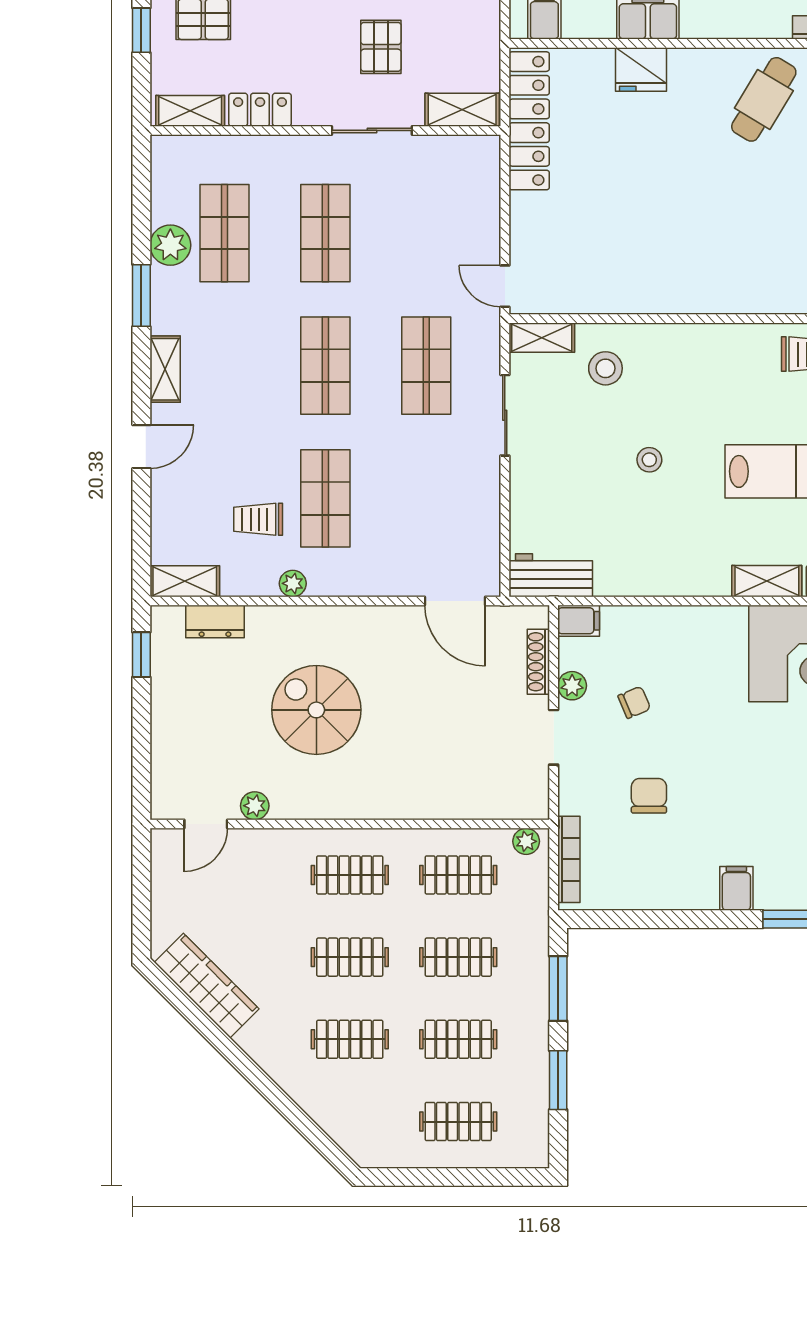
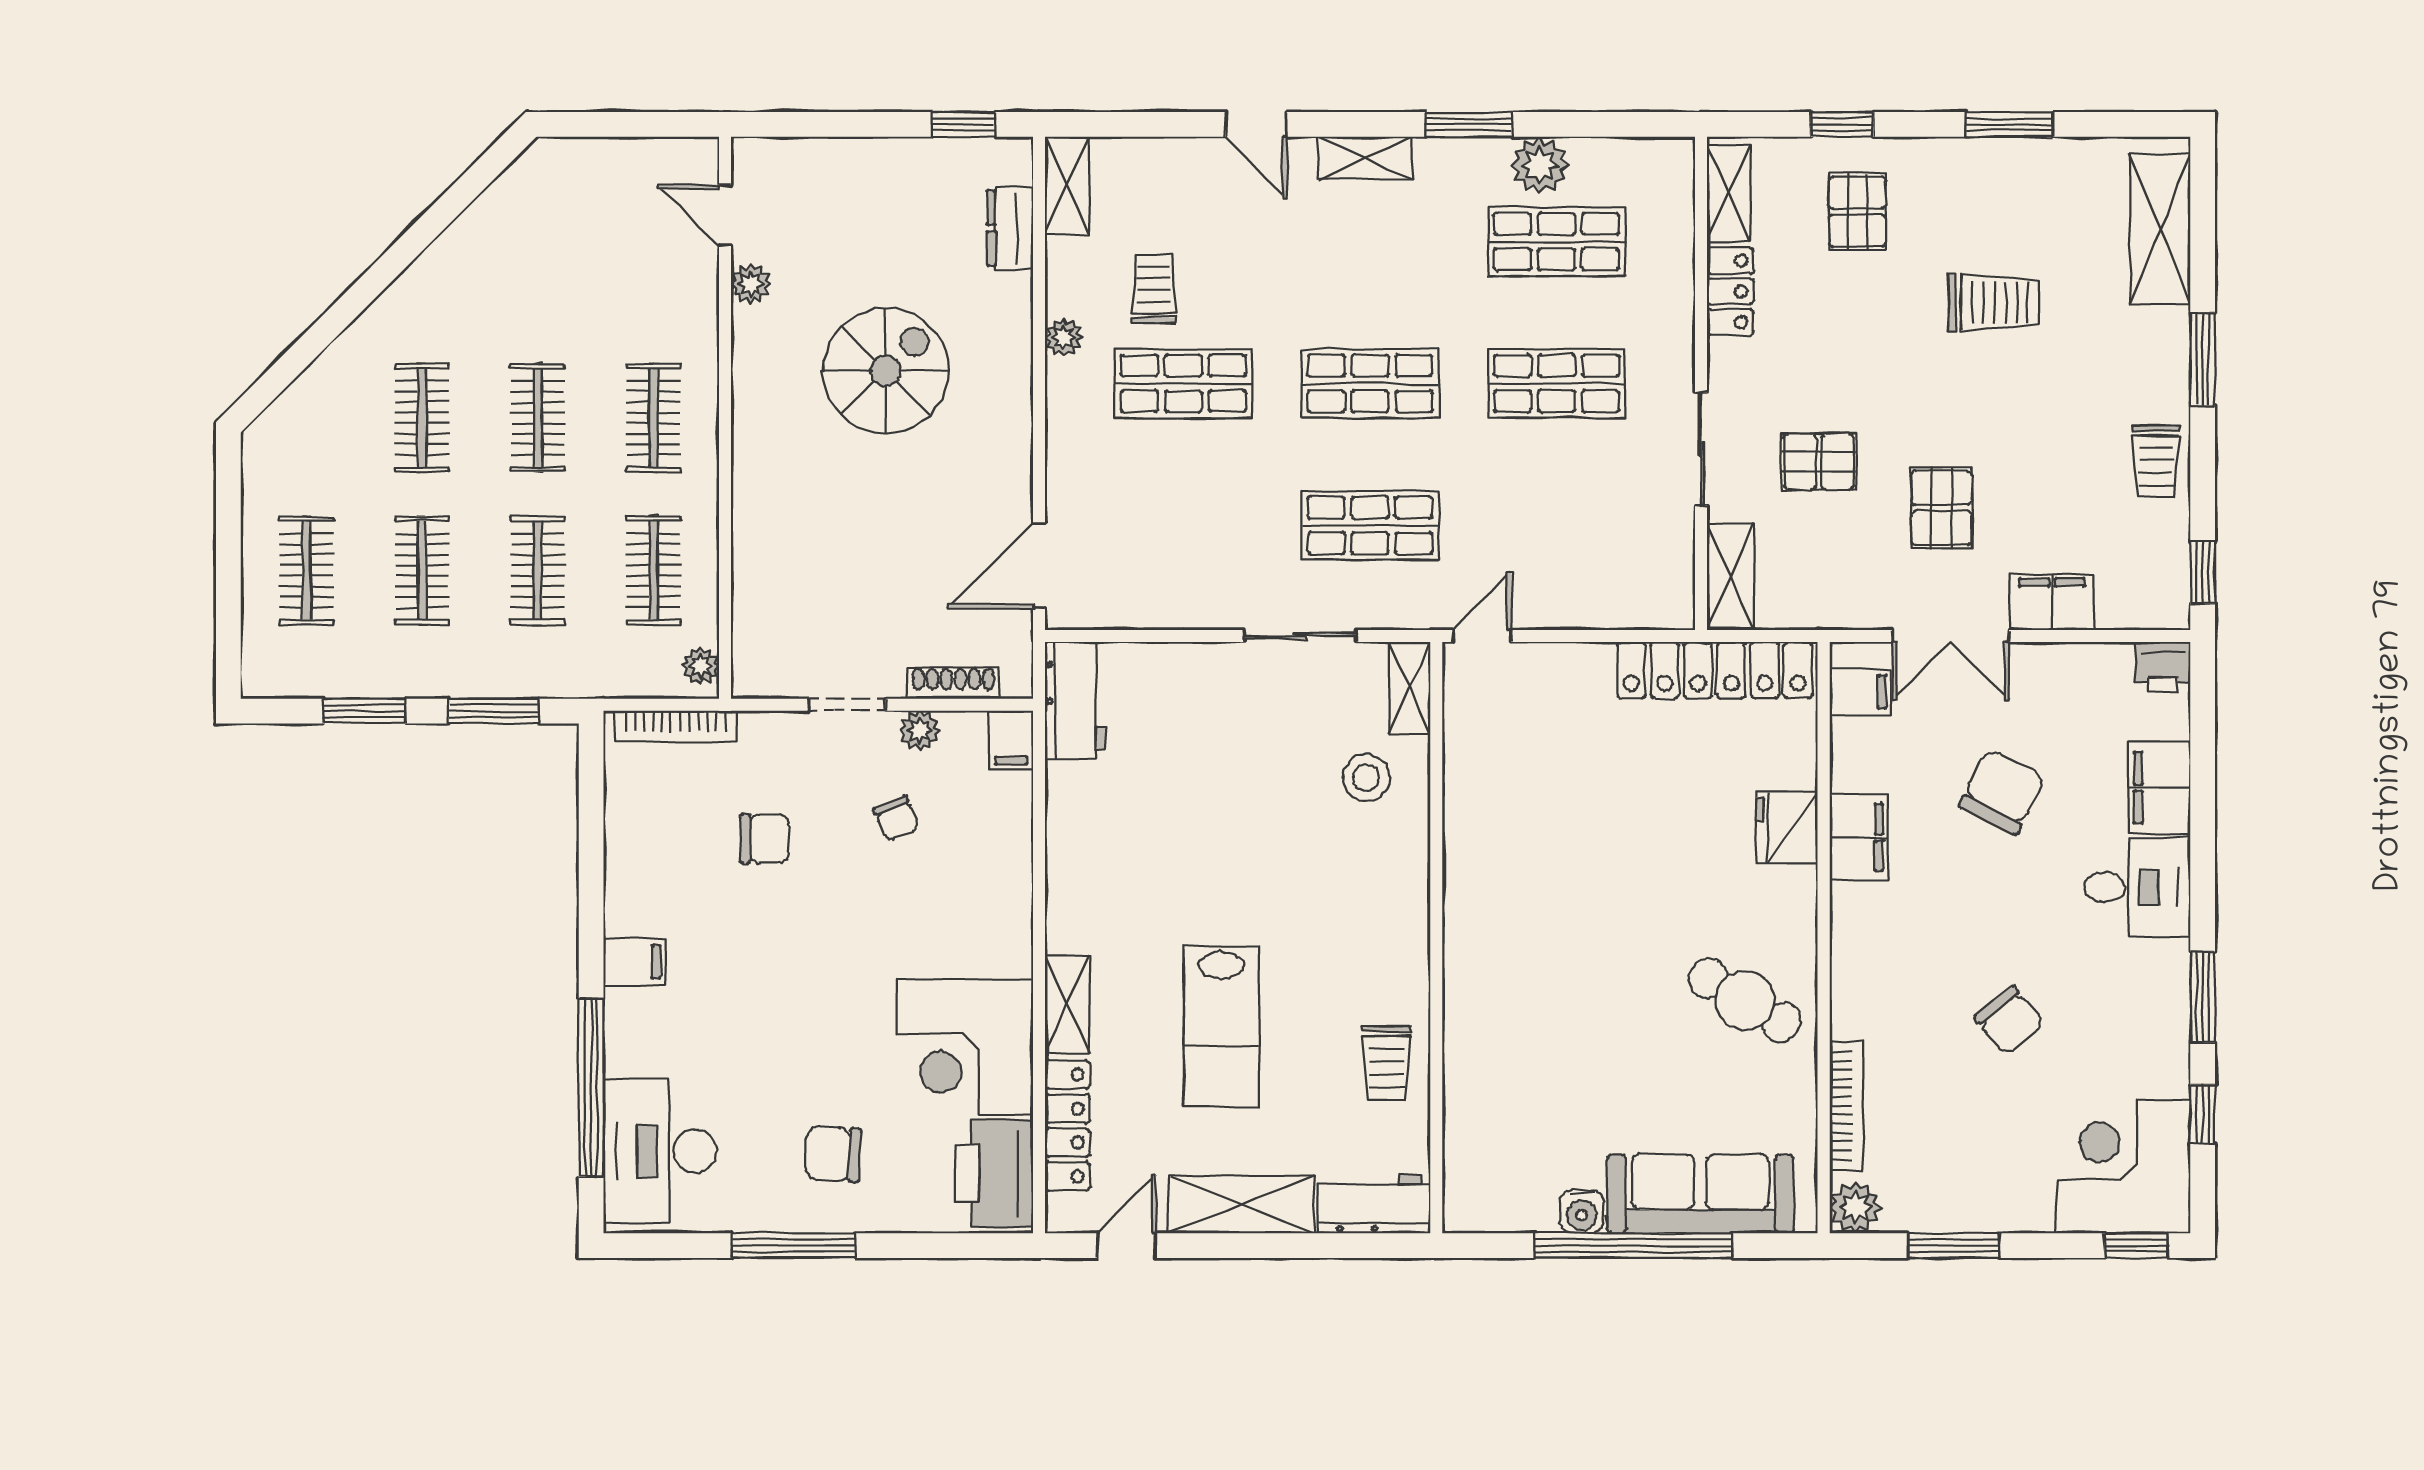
stool: (649, 460) -> (1238, 839), removed
wardrobe: (207, 986) -> (498, 216), removed

